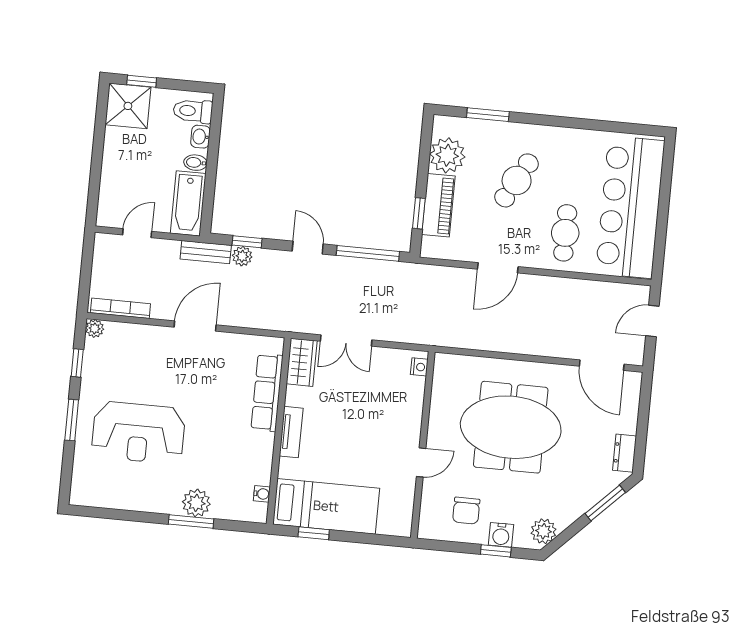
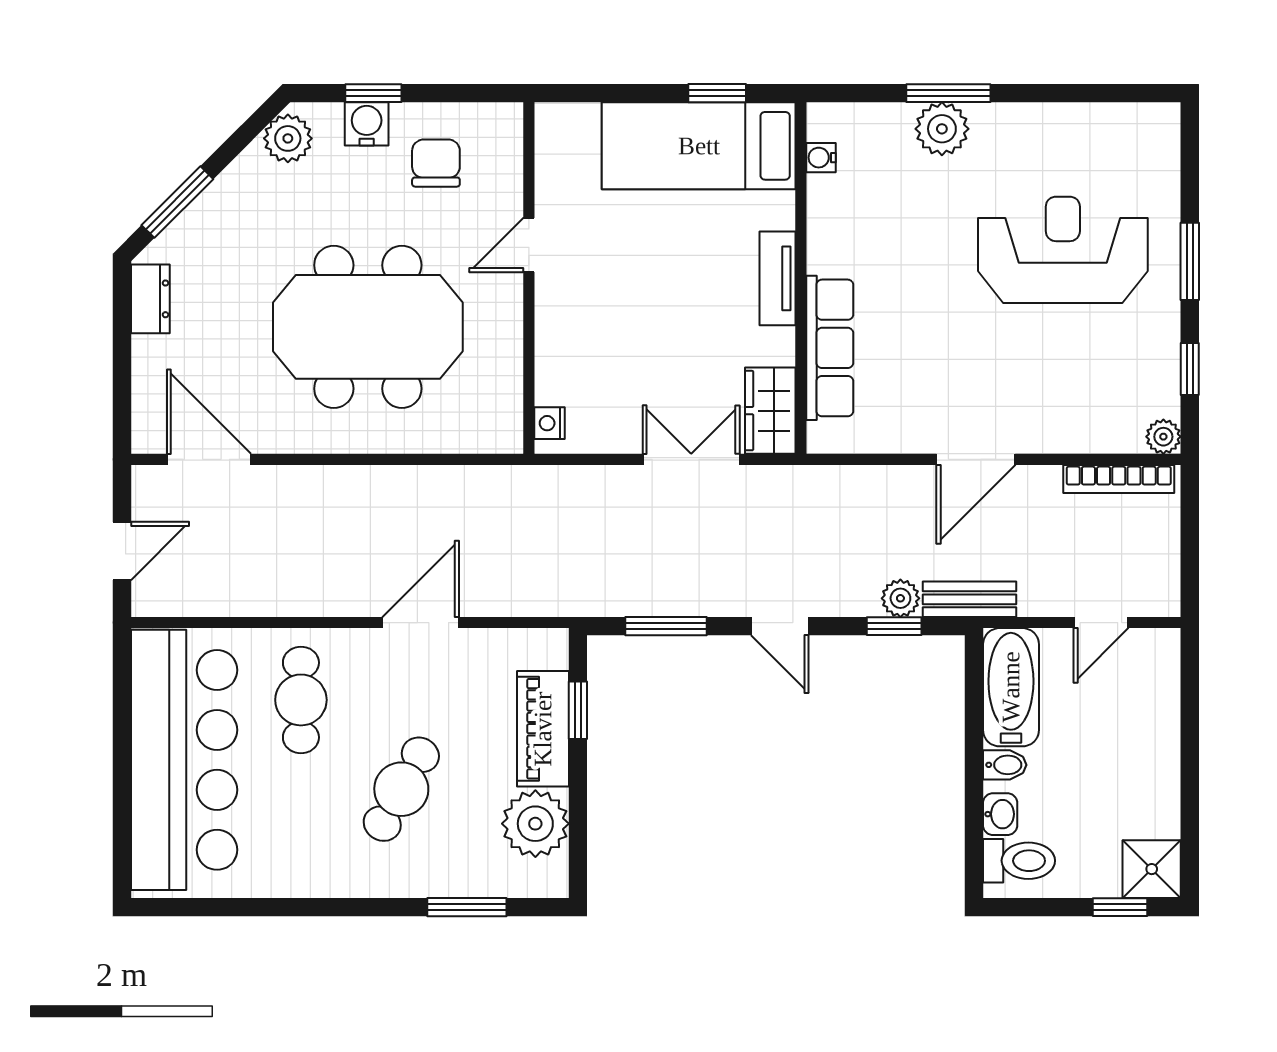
shower: (128, 106) -> (1152, 869), width x0.73, depth x0.73
window: (368, 253) -> (666, 626), width x0.69

